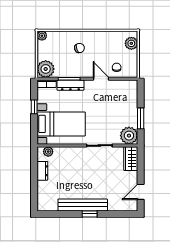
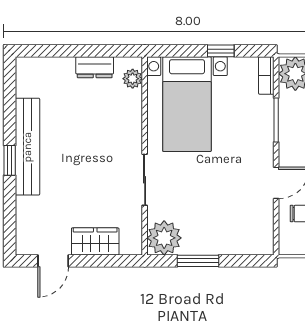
dresser: (70, 85) -> (263, 123), removed
wardrobe: (131, 159) -> (95, 241), moved
door: (141, 192) -> (53, 261), swing flipped

